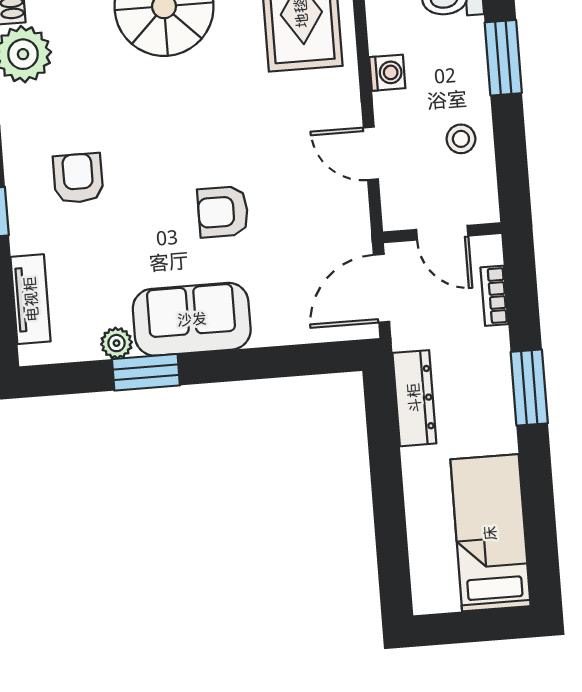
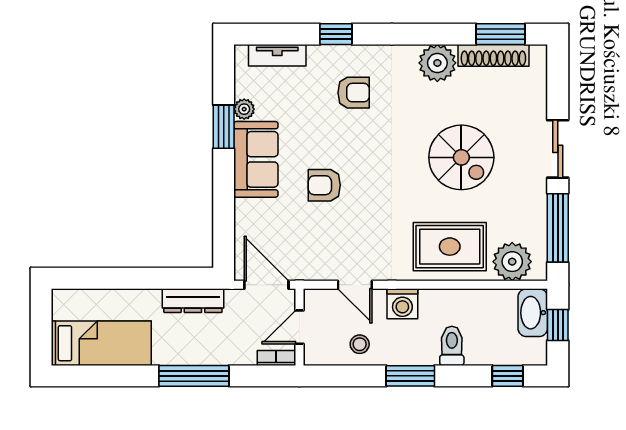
washing machine: (387, 73) -> (402, 304), width x1.38, depth x1.38
door: (371, 153) -> (355, 285), swing flipped
armchair: (223, 212) -> (324, 185), turned -90
bookcase: (494, 296) -> (276, 358), moved
window: (529, 388) -> (194, 376), width x1.44

